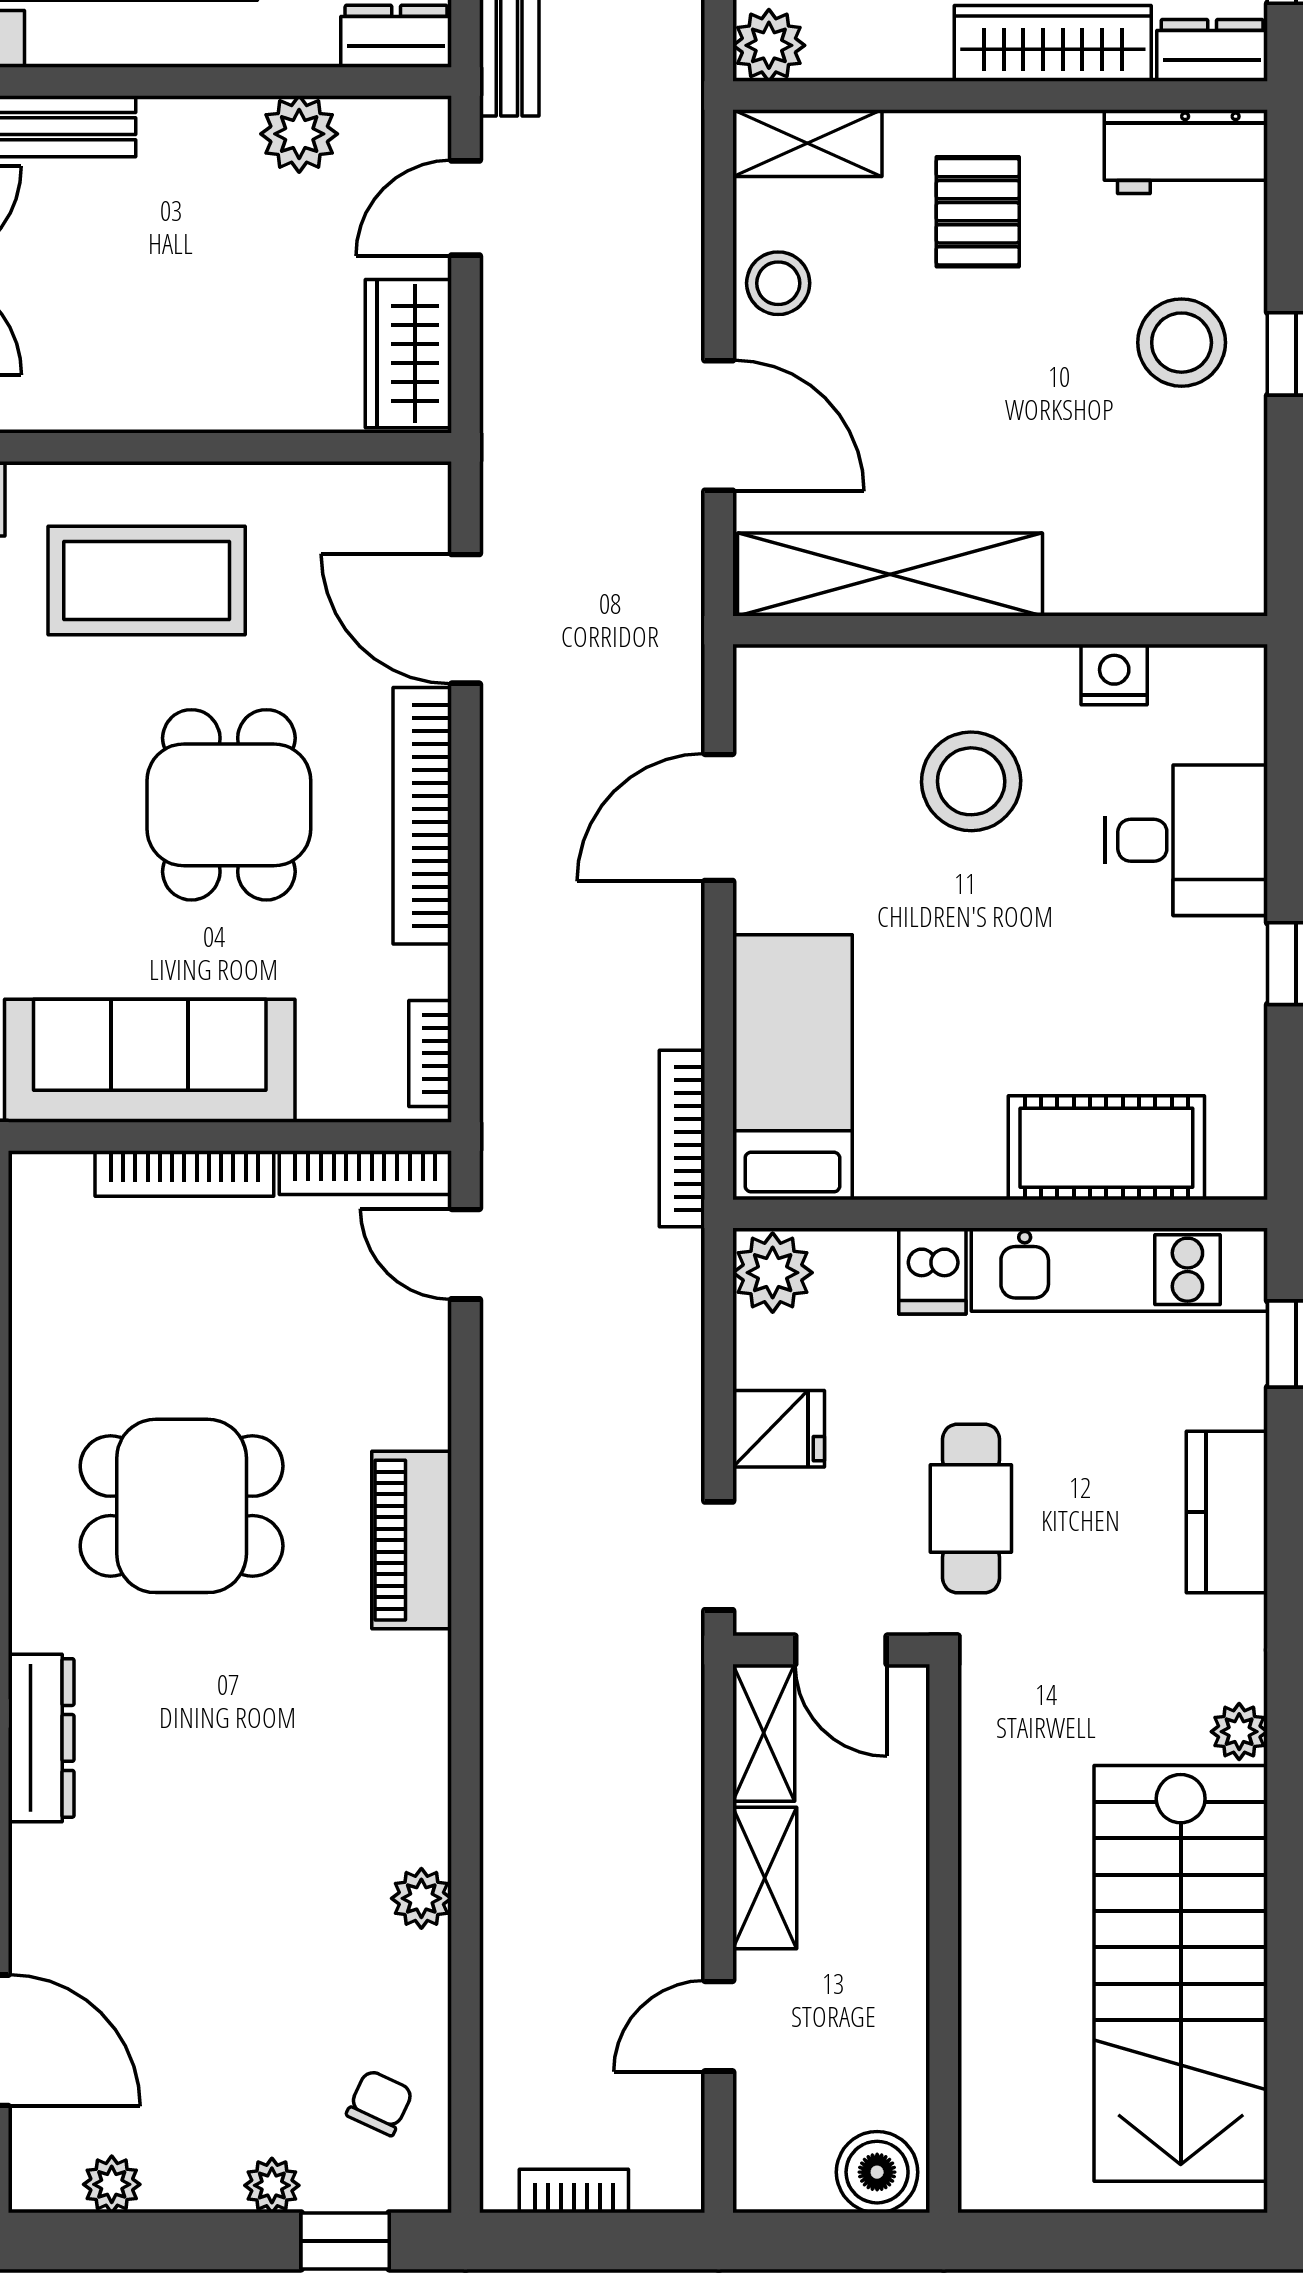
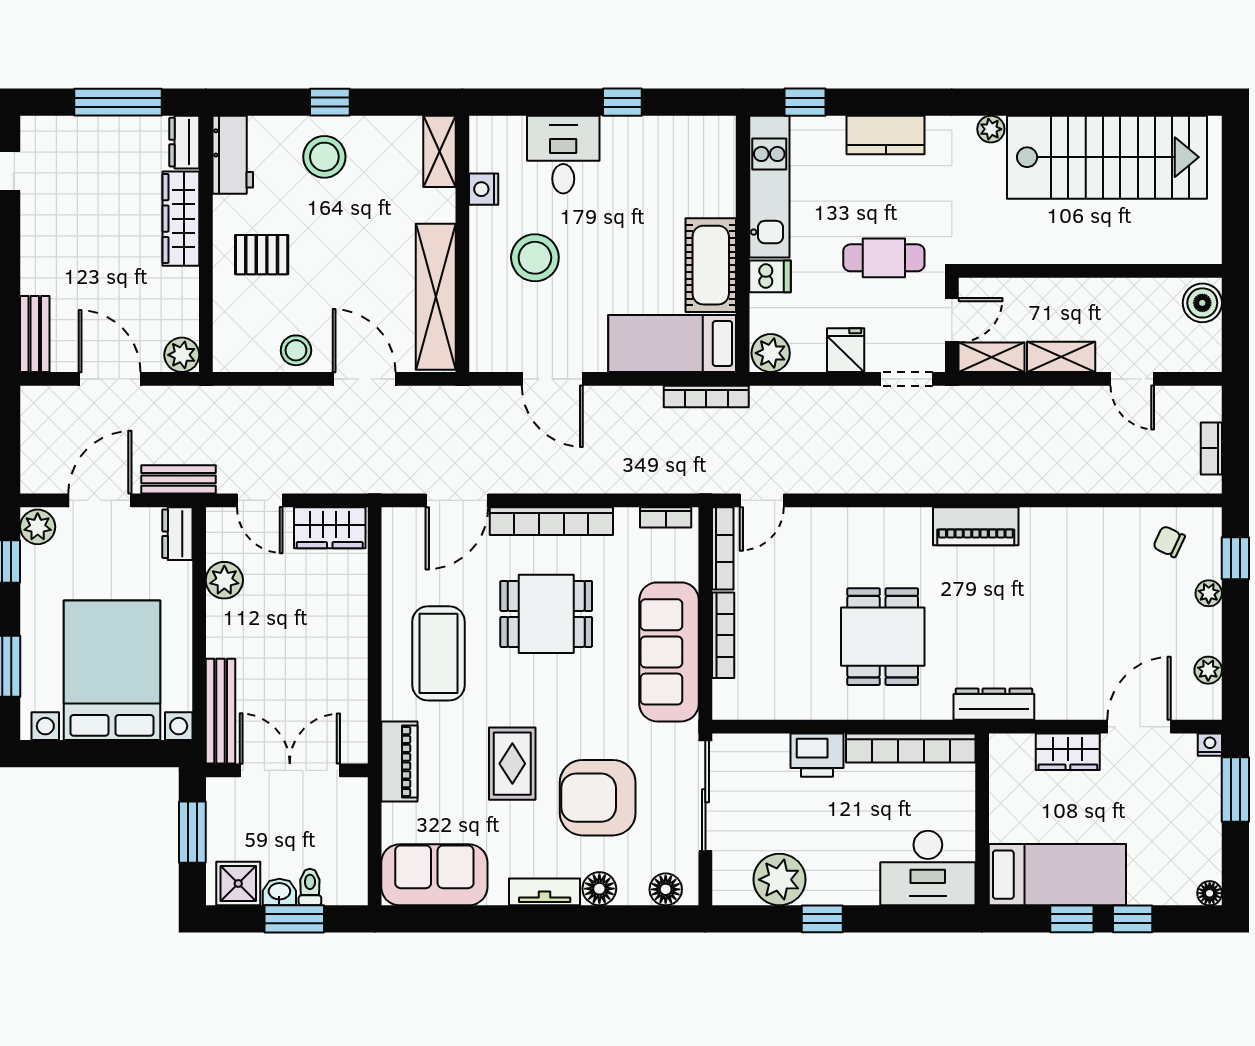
shelving: (807, 143) -> (440, 151), moved
door: (719, 425) -> (364, 379), hinge flipped
cot: (1106, 1148) -> (711, 265), moved
piano: (412, 1540) -> (976, 526), moved
plant: (421, 1898) -> (1071, 522), removed

